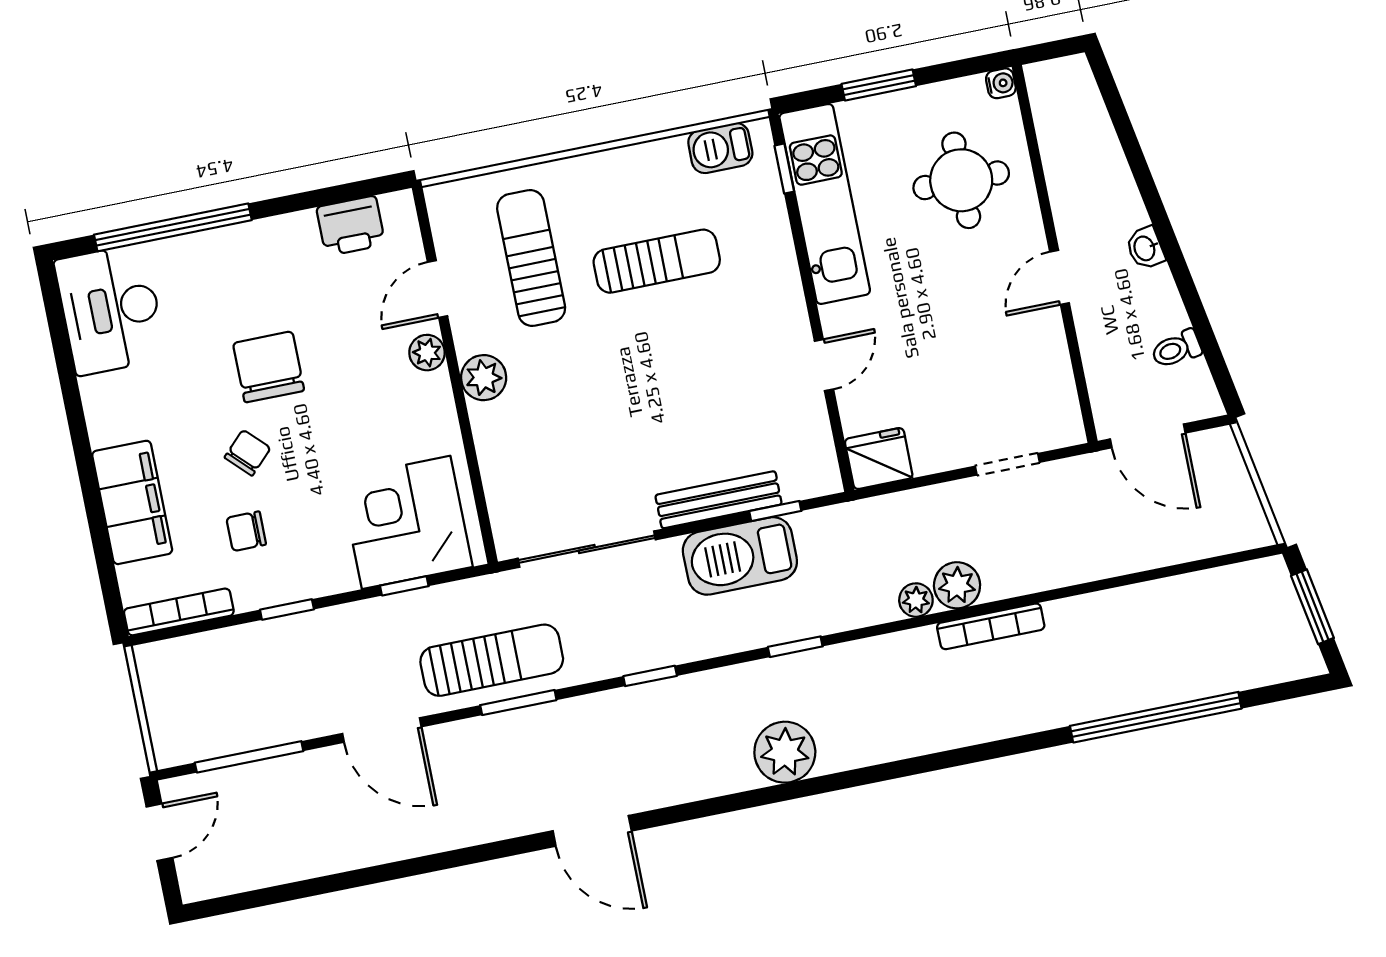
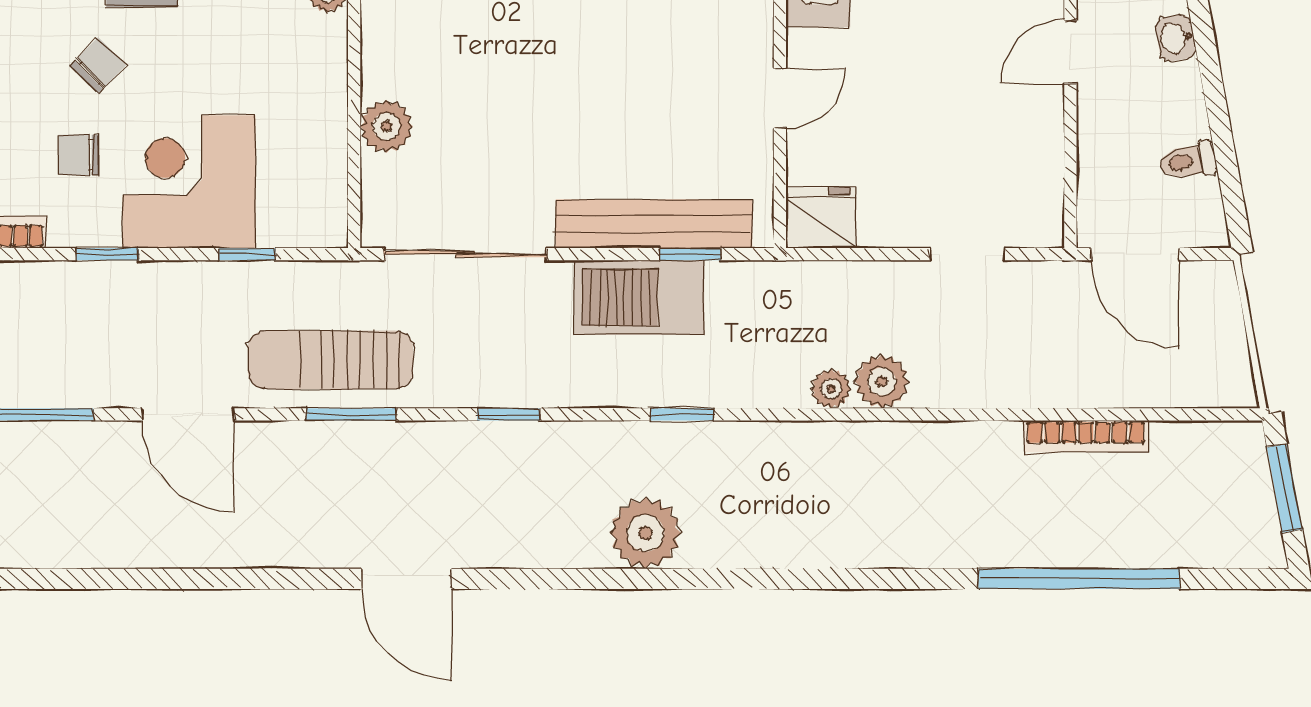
plant: (484, 378) -> (386, 126), moved
bench: (719, 500) -> (654, 224), width x1.37, depth x1.21
corner desk: (406, 522) -> (189, 182), moved
bookcase: (991, 626) -> (1086, 436), moved
sun lounger: (492, 660) -> (330, 360), turned 180

